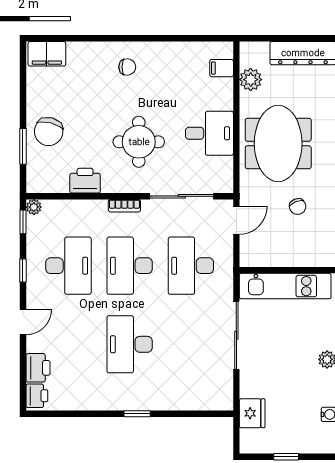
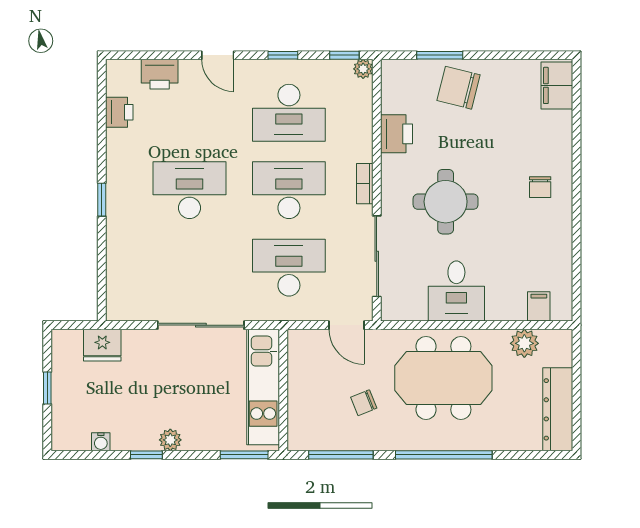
printer: (37, 396) -> (119, 112), moved, turned -90

